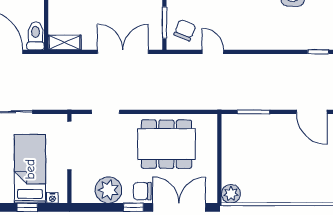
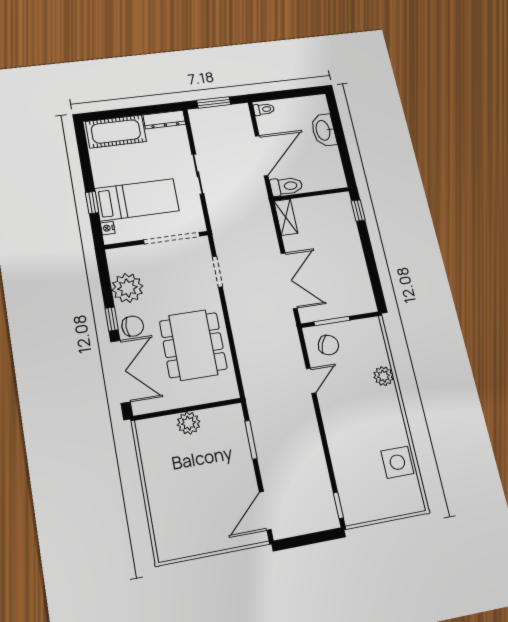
chair: (142, 191) -> (133, 326), turned 90
plant: (231, 194) -> (189, 423), moved

